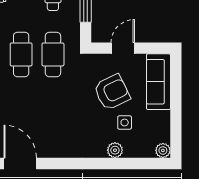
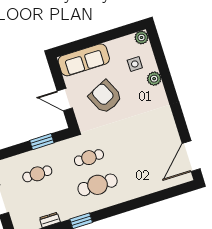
cafe table: (53, 54) -> (89, 158), width x0.73, depth x0.74
side table: (125, 122) -> (135, 64), moved

